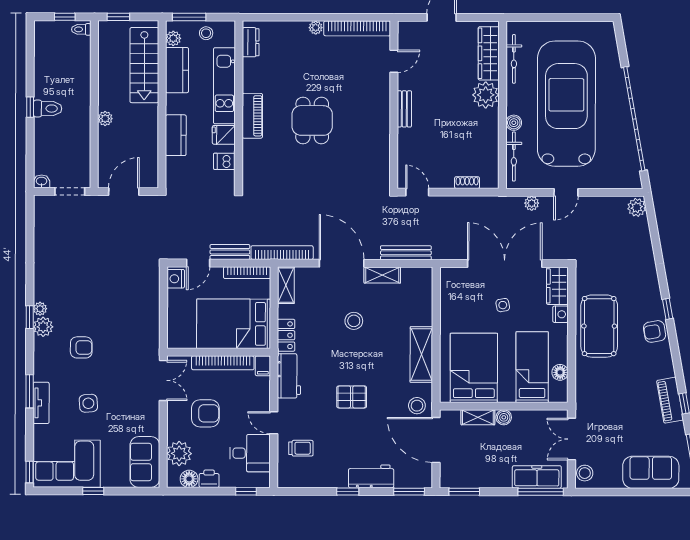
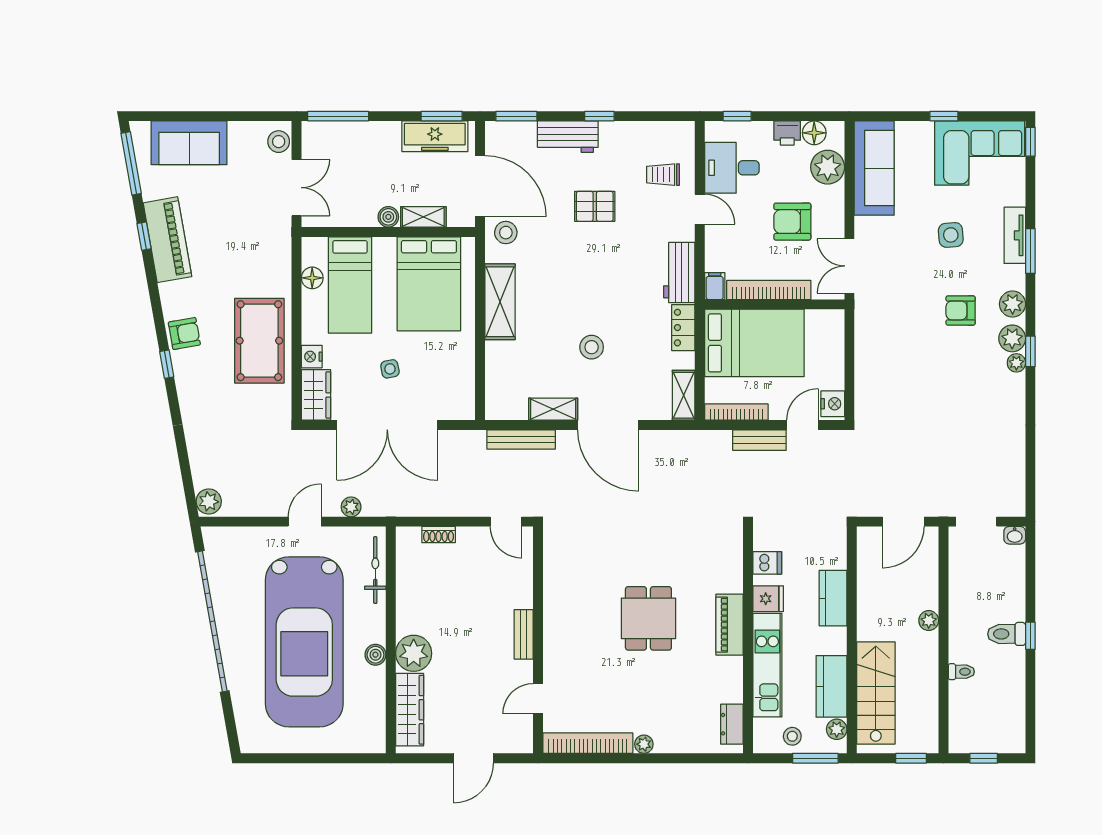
toilet: (81, 29) -> (961, 672), moved
bicycle: (514, 59) -> (375, 702), removed
boiler: (514, 123) -> (375, 655), moved
bookcase: (282, 253) -> (689, 439), removed
plant: (43, 352) -> (1013, 304), added
pallet: (352, 397) -> (595, 206), moved
piano: (670, 400) -> (167, 240), width x1.37, depth x1.33
sofa: (145, 462) -> (874, 168), width x1.36
freezer: (537, 477) -> (435, 136), moved

